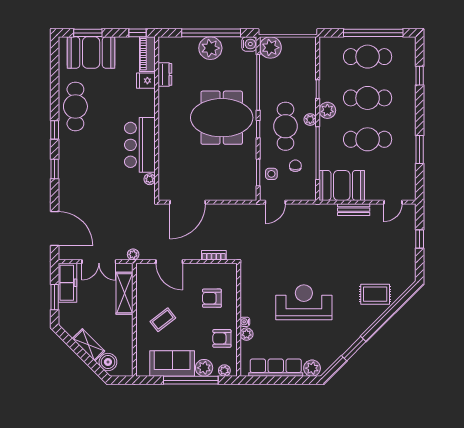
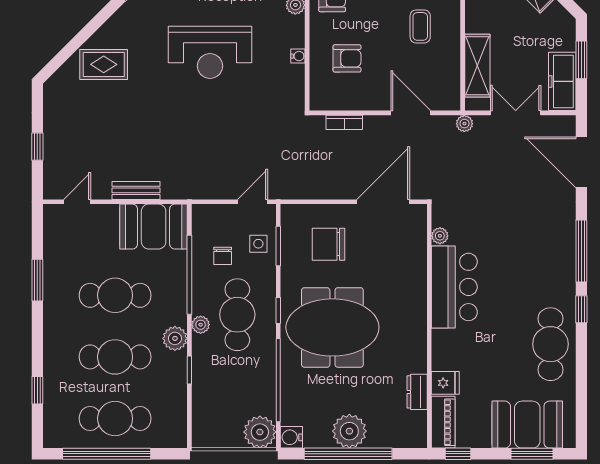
window: (55, 169) -> (581, 251), width x2.17
chair: (224, 174) -> (329, 244), added
coffee table: (163, 320) -> (420, 26), turned -52
water cooler: (245, 322) -> (298, 56), moved

